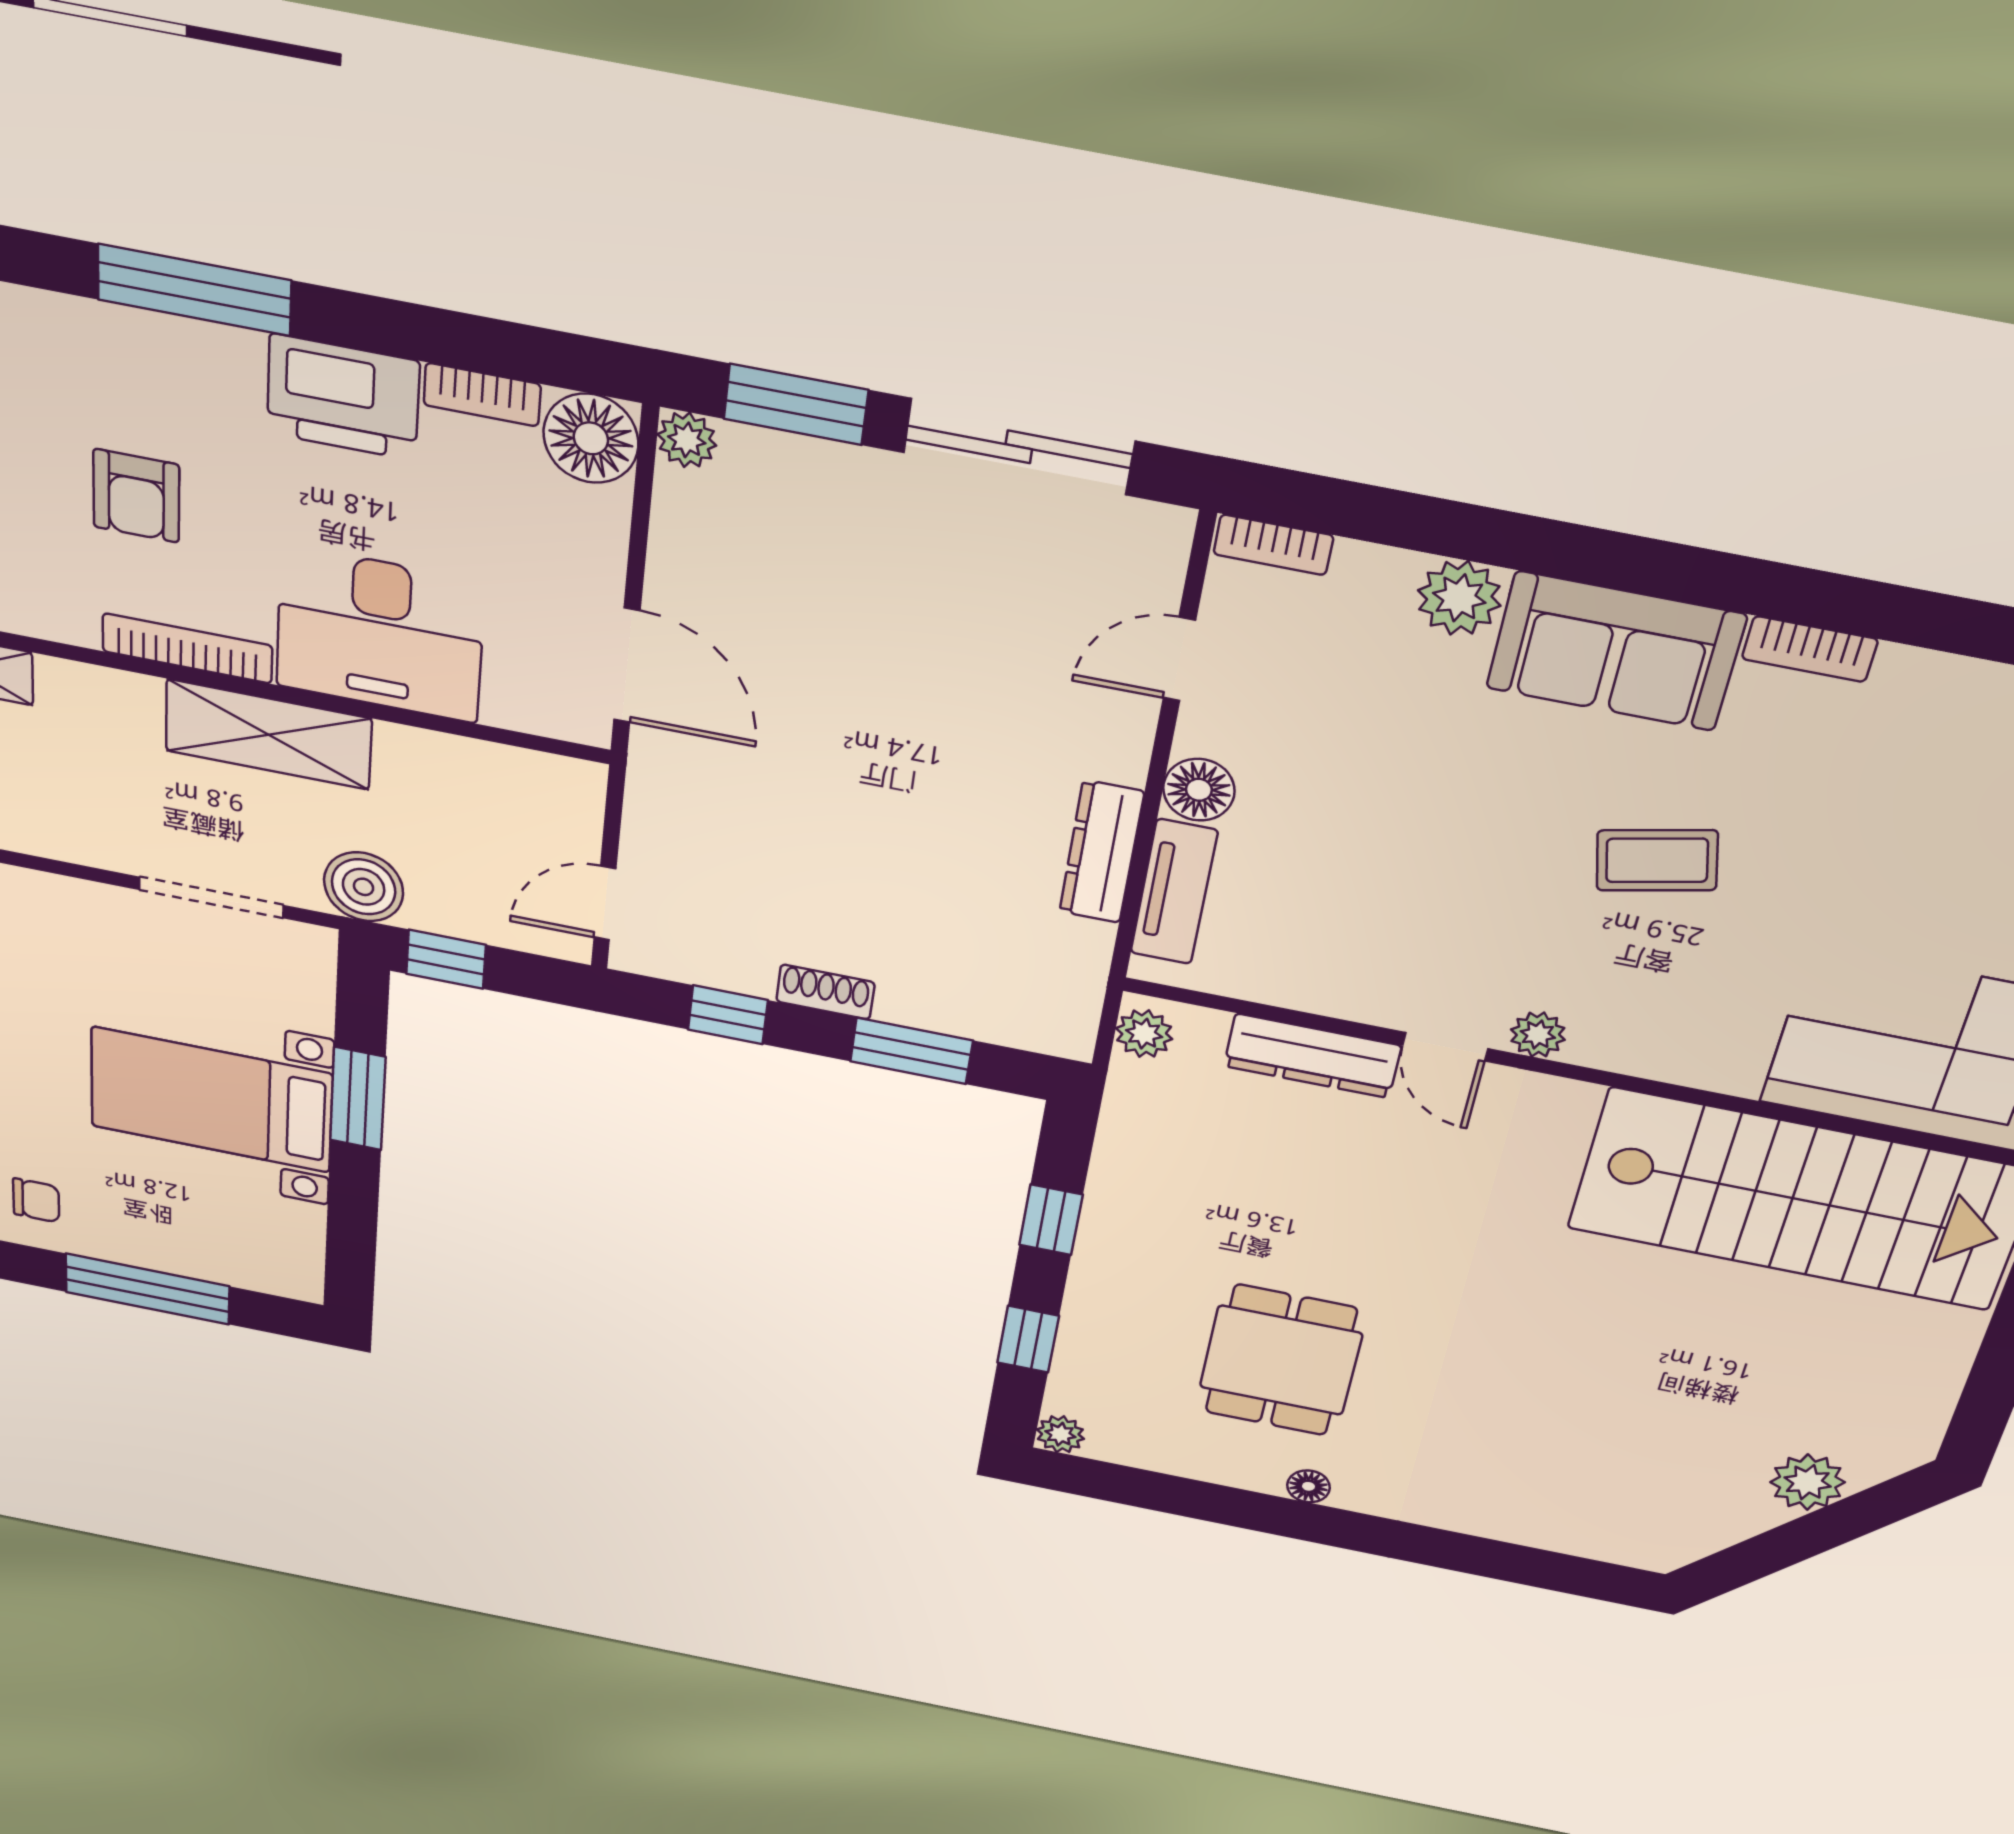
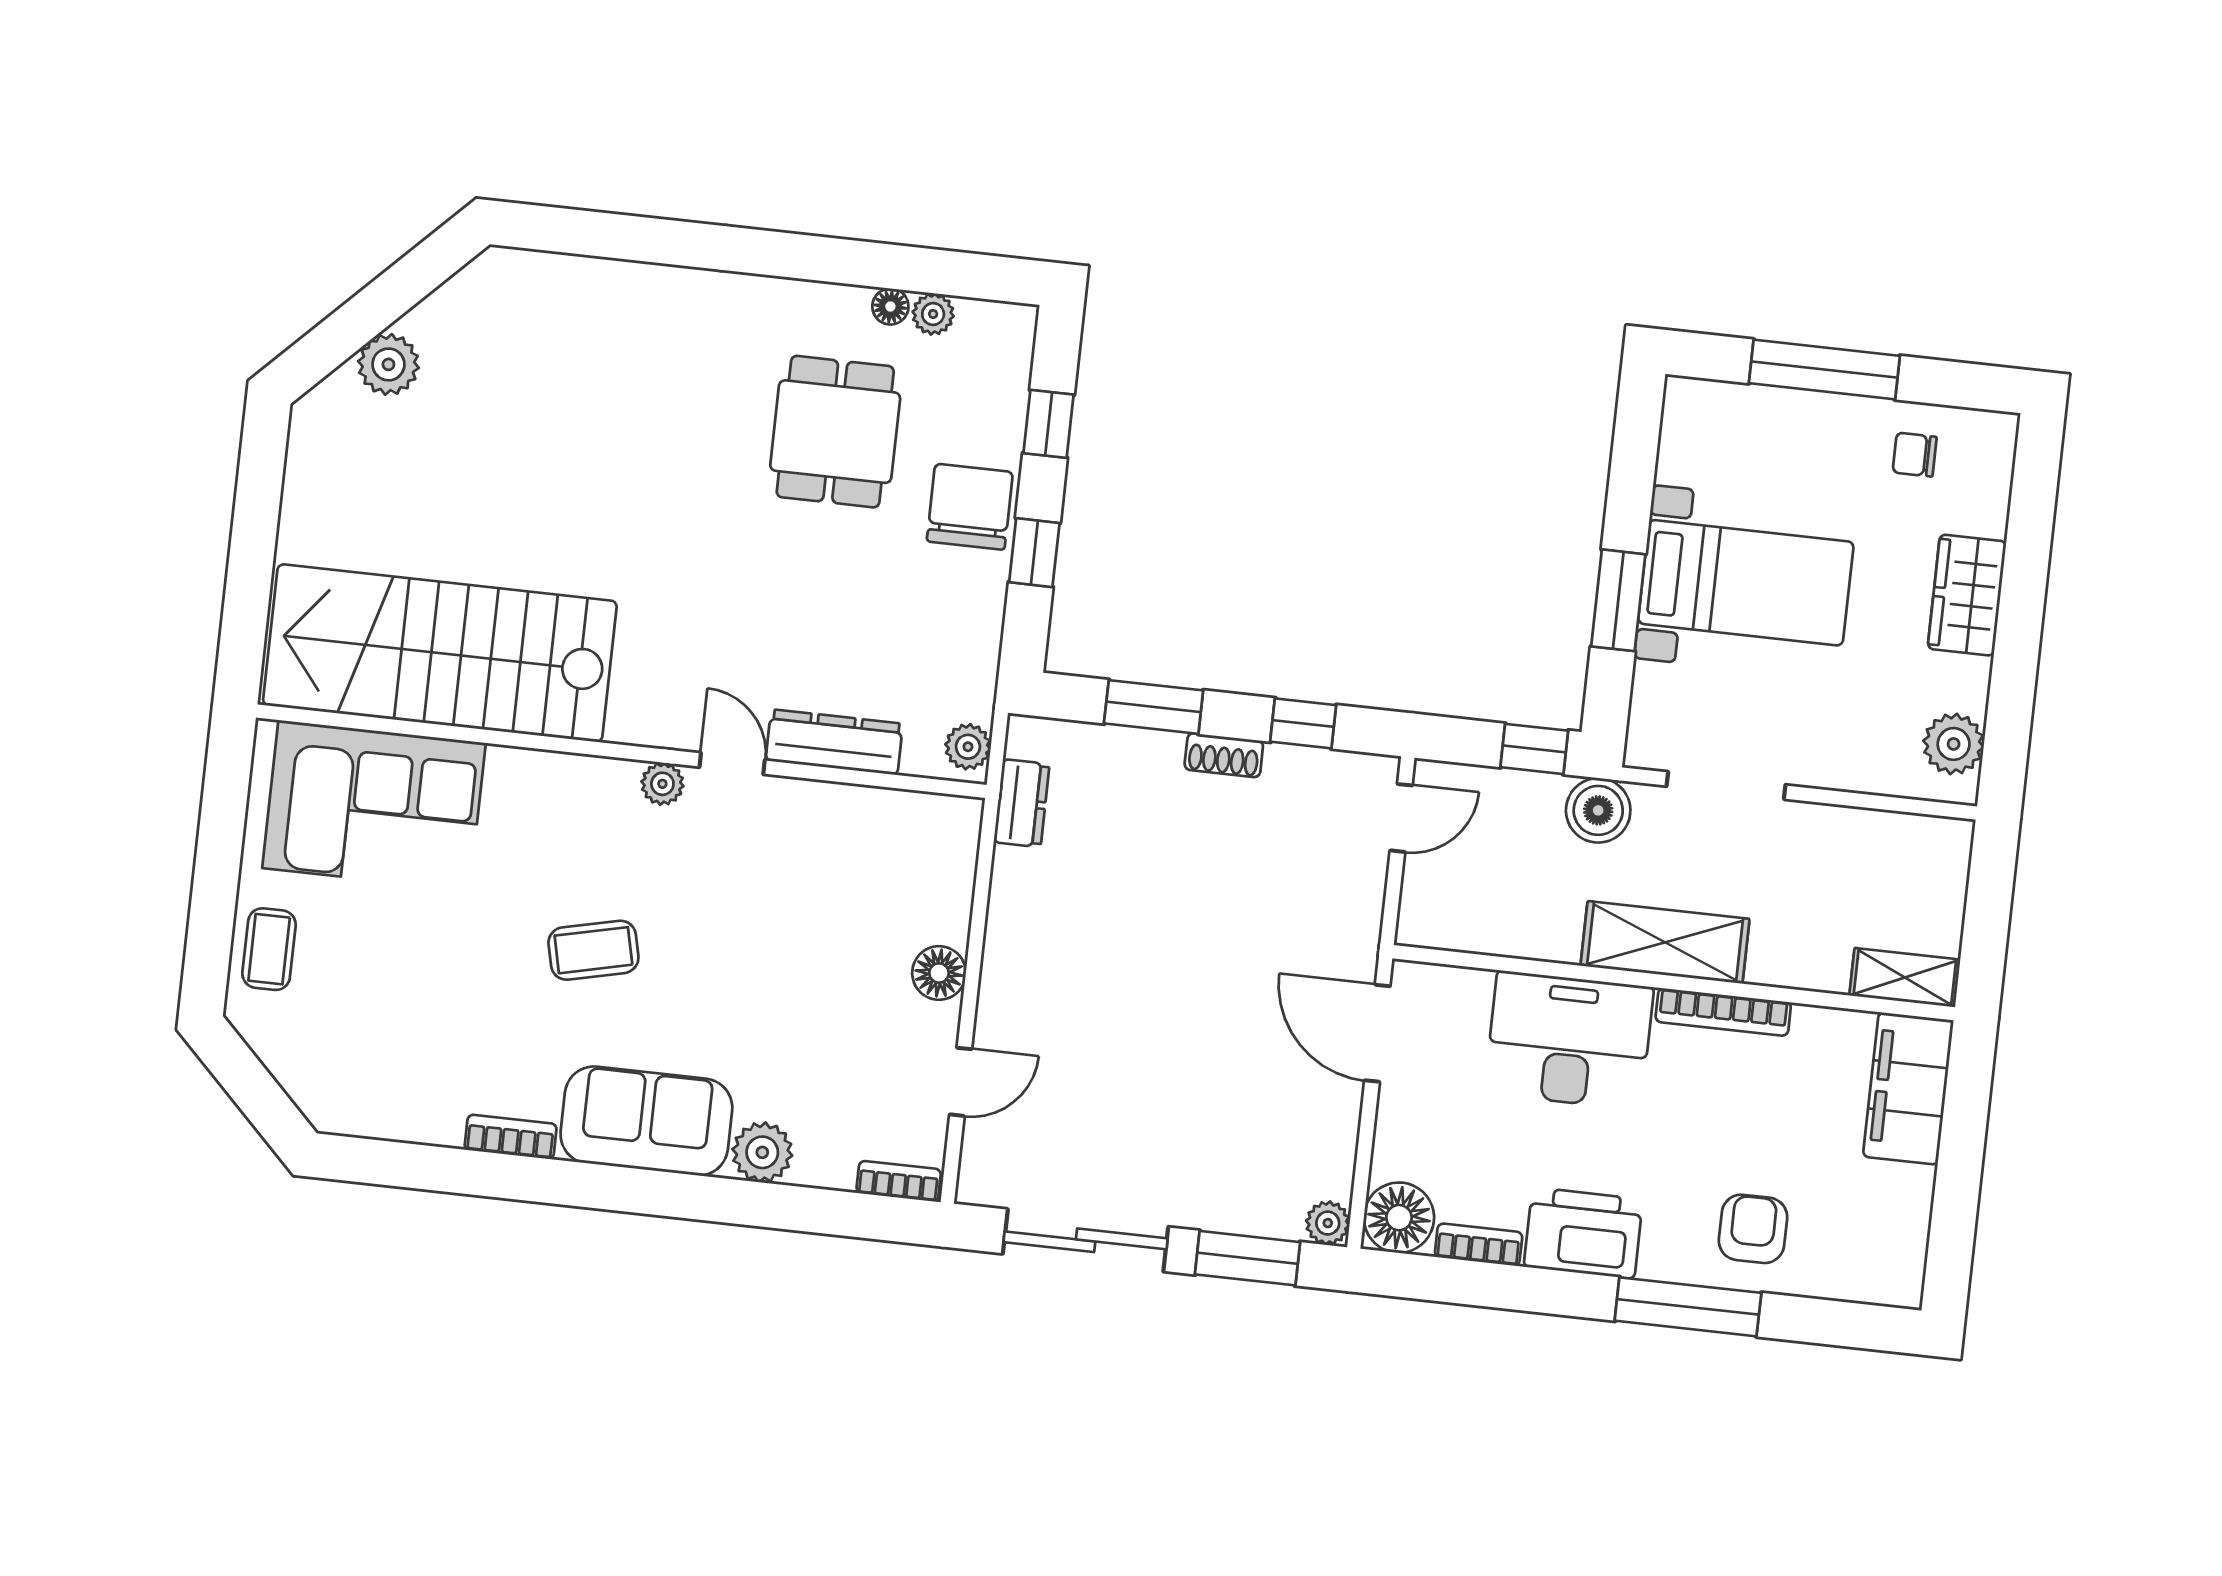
armchair: (136, 496) -> (1753, 1229), moved
dresser: (1102, 852) -> (1022, 803), moved, width x0.70
tv unit: (1174, 892) -> (952, 881), removed
chair: (1126, 1272) -> (970, 507), added
plant: (1060, 1434) -> (933, 314), moved
floor lamp: (1308, 1486) -> (890, 307), moved

